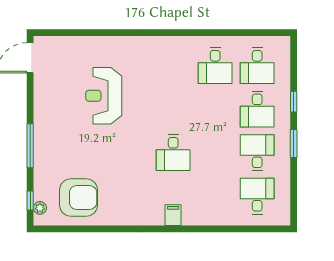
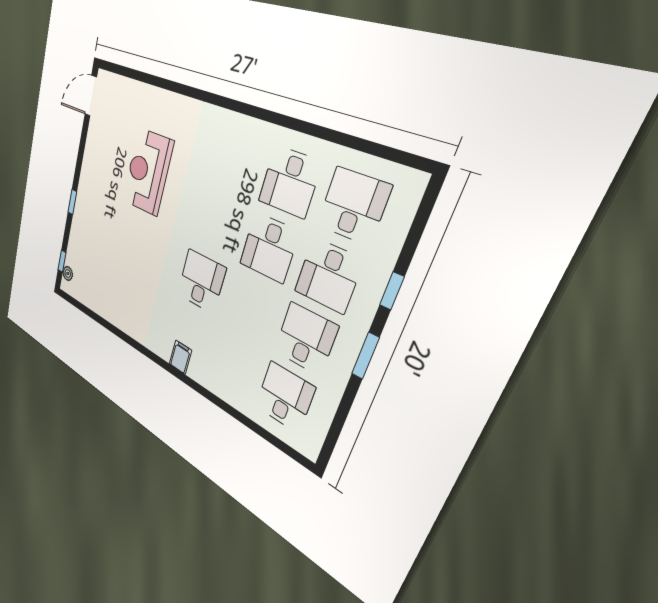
desk: (257, 66) -> (353, 206), turned 180
desk: (215, 109) -> (269, 248), added
window: (30, 146) -> (72, 202), width x0.46
desk: (173, 153) -> (201, 281), turned 180
armchair: (79, 198) -> (100, 282), removed

